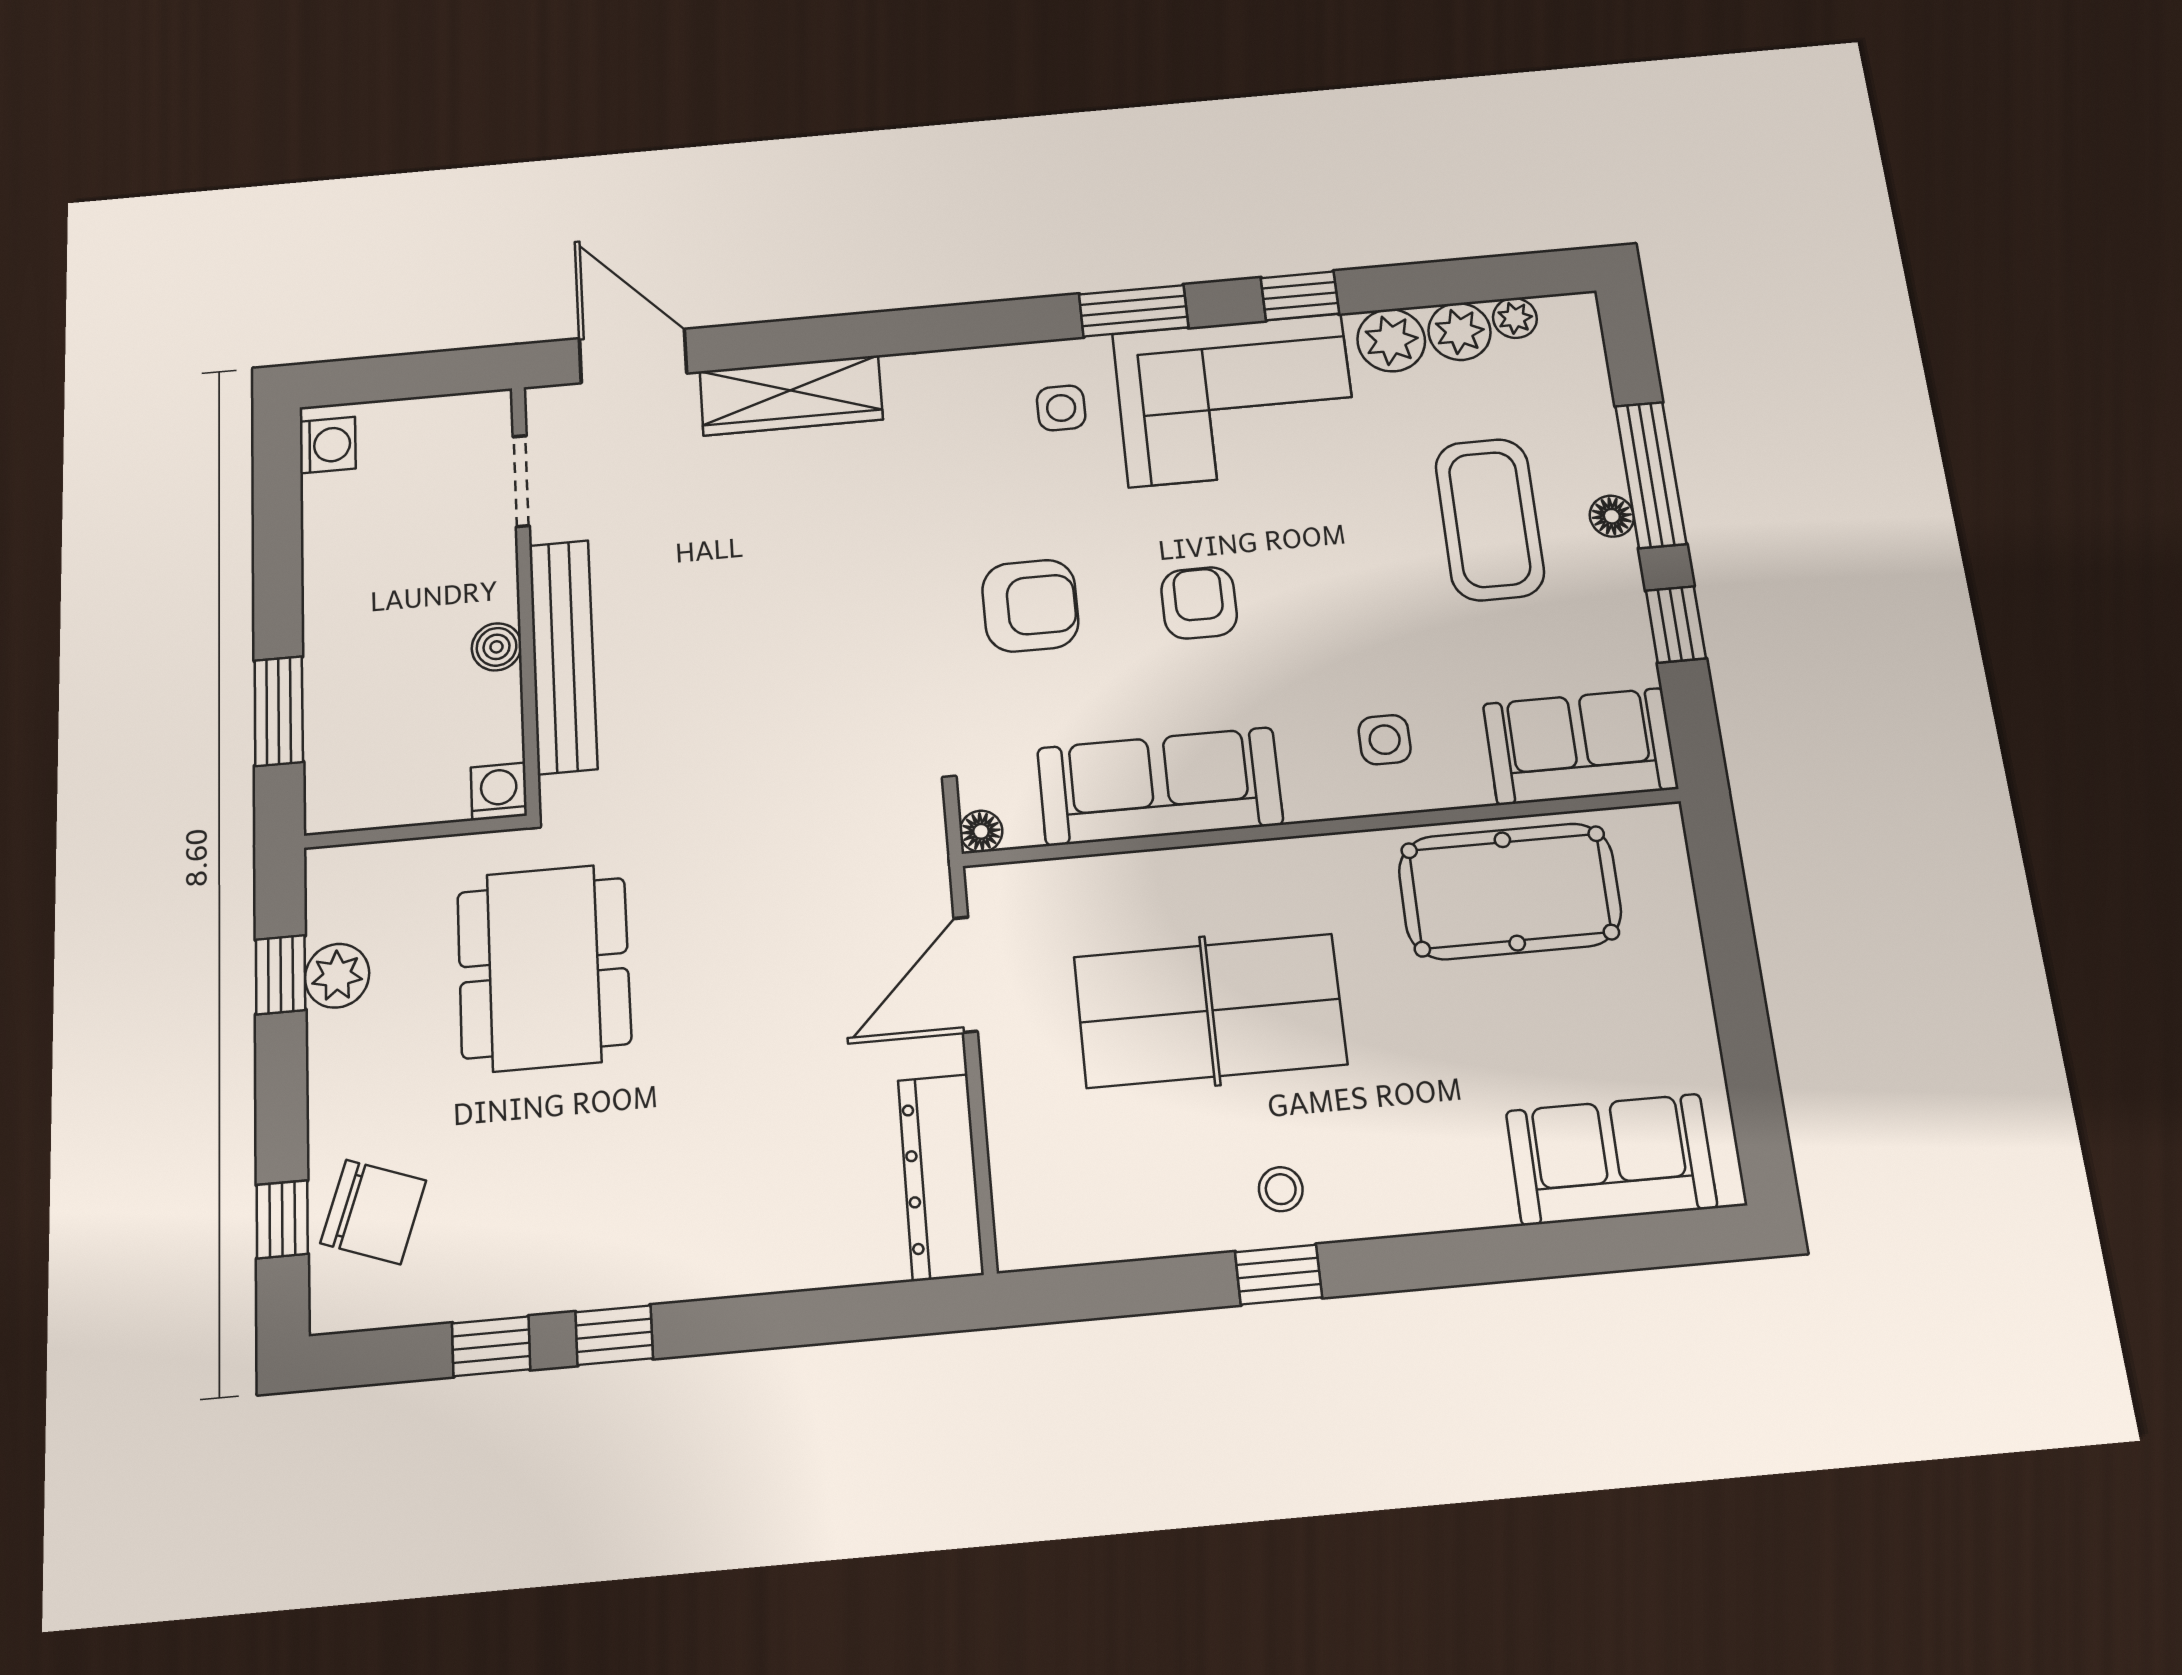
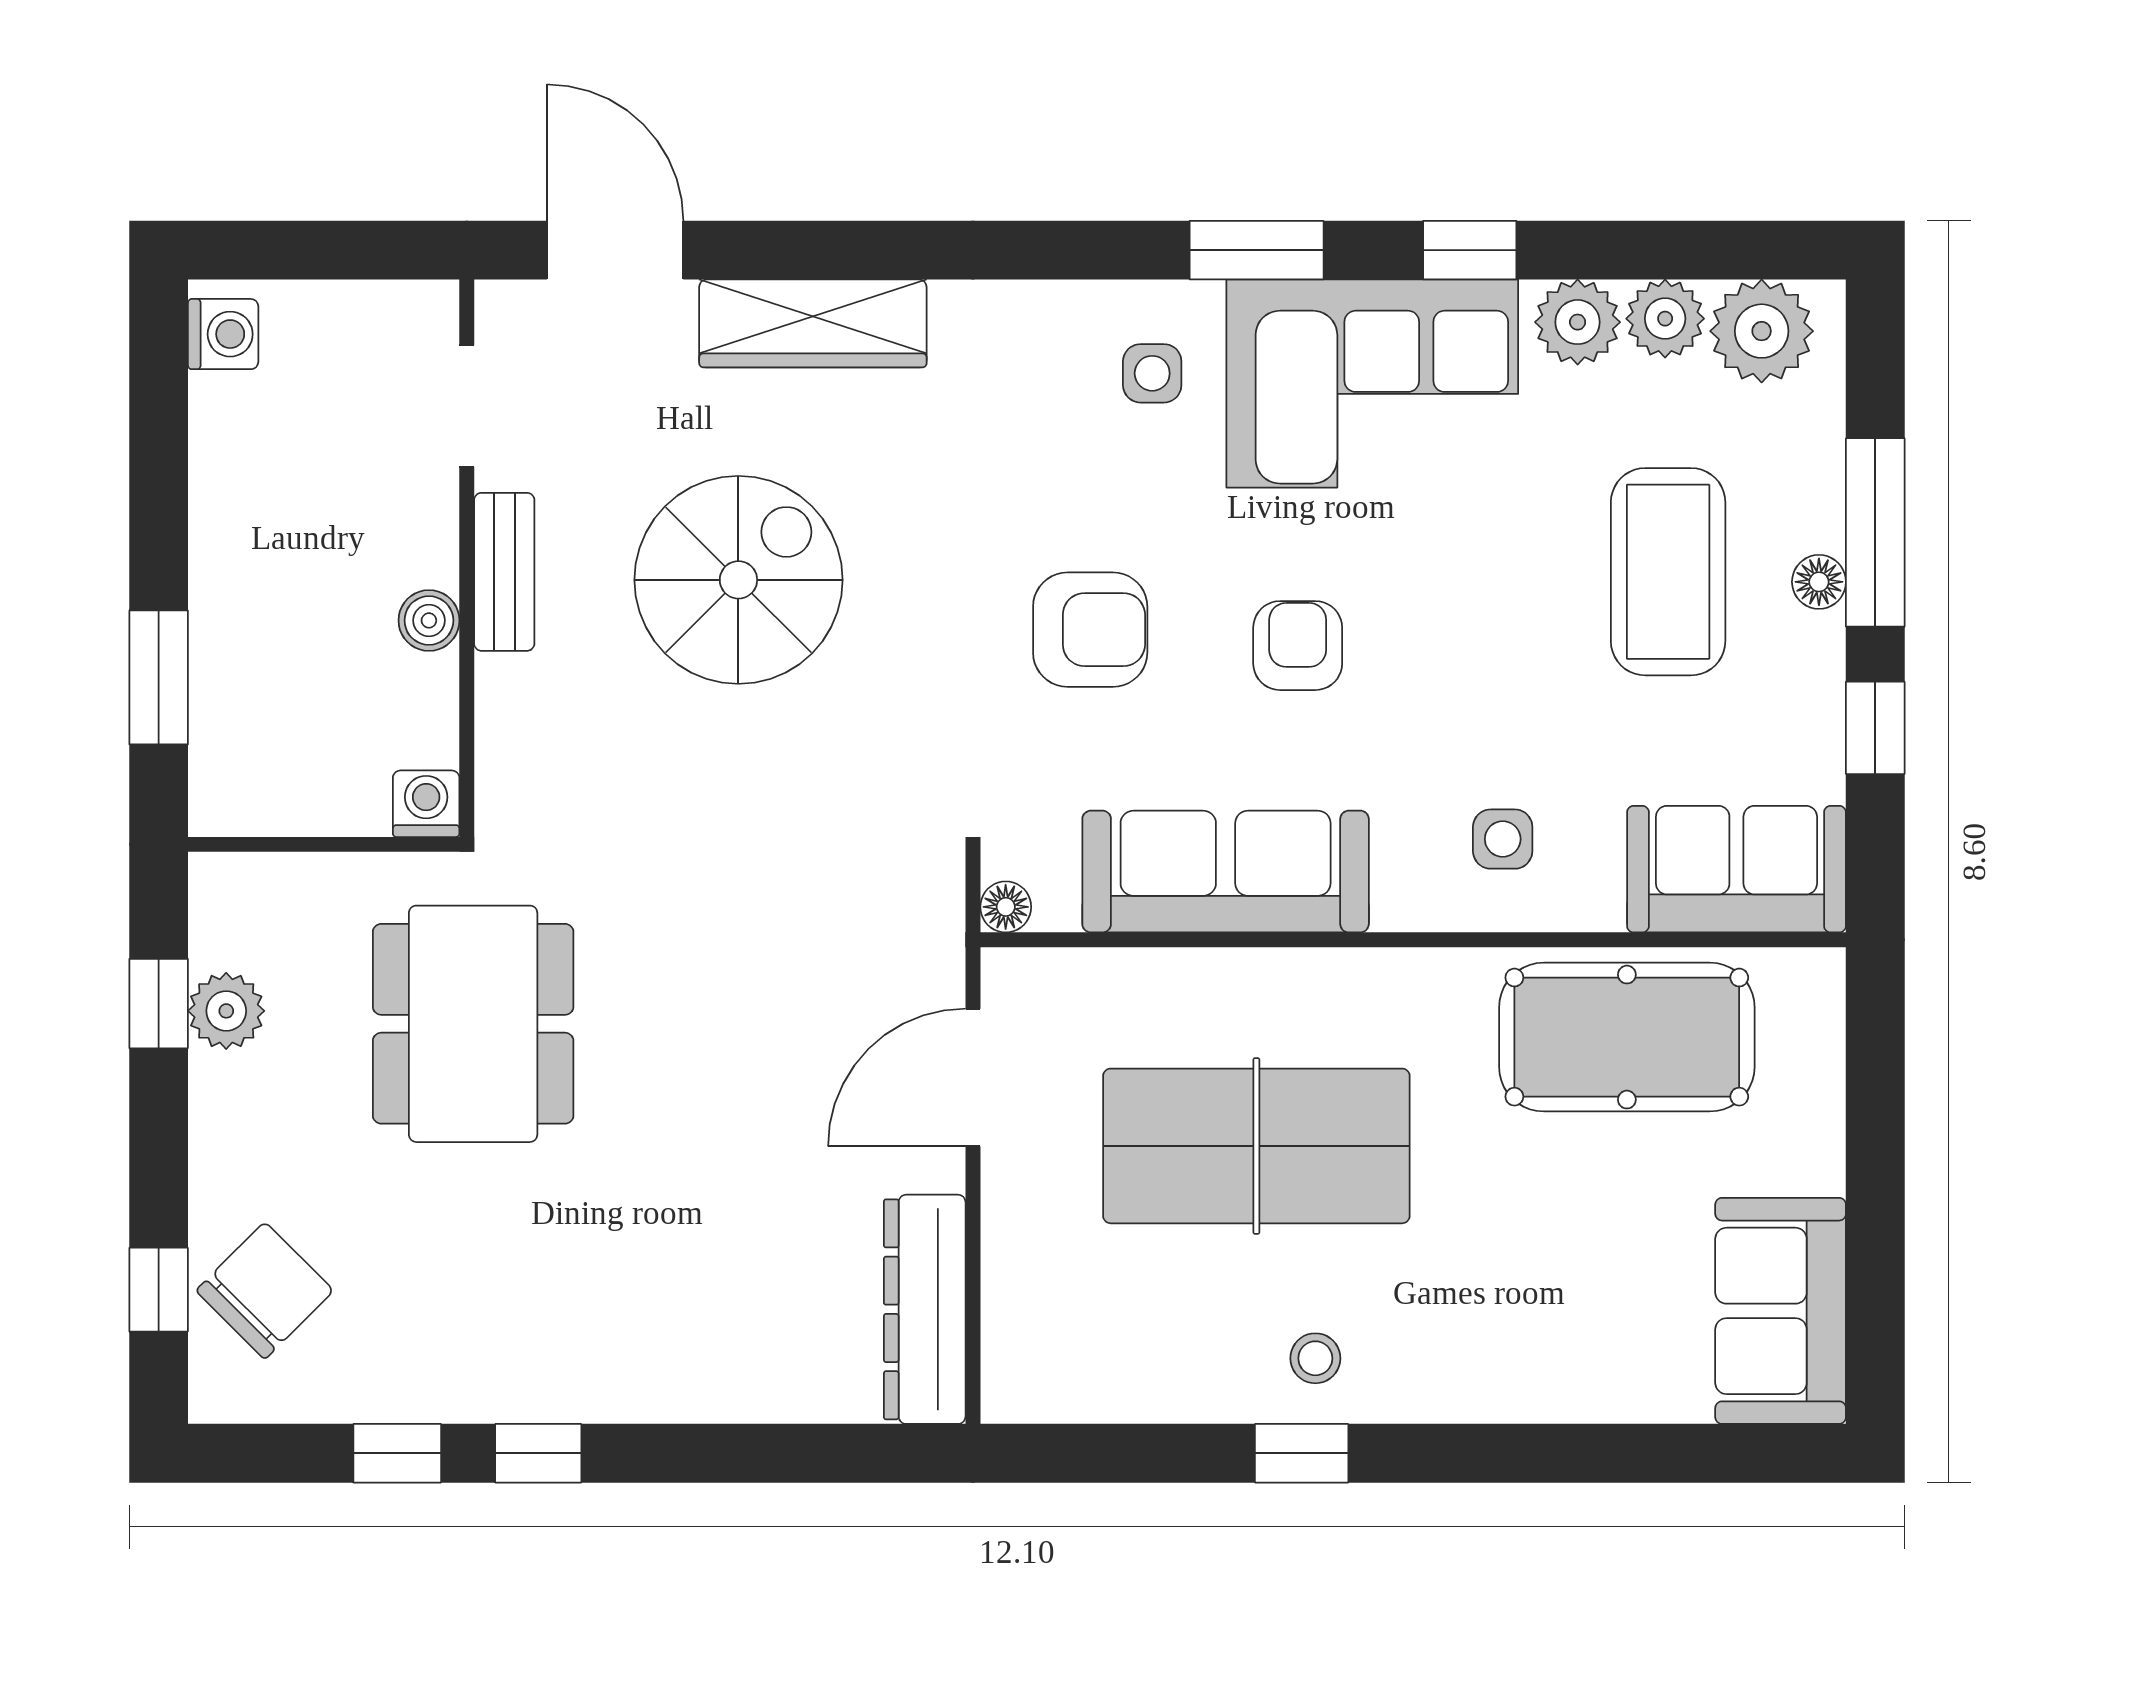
plant: (1515, 318) -> (1762, 331), width x1.88, depth x1.88
spiral stairs: (744, 593) -> (738, 580), added
bench: (563, 656) -> (504, 572), width x0.54, depth x0.82
sofa: (1611, 1159) -> (1781, 1311), moved, turned -90
chair: (373, 1212) -> (265, 1291), turned -64

